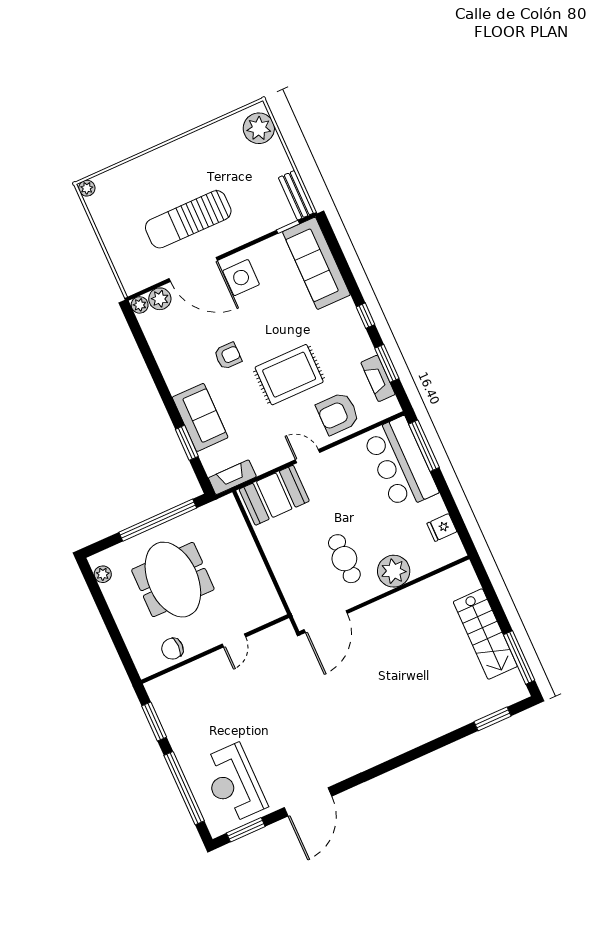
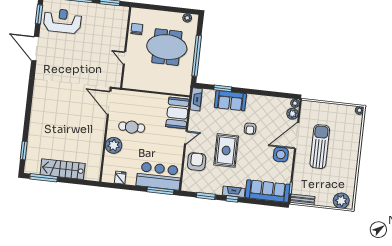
fireplace: (378, 378) -> (234, 192), moved

